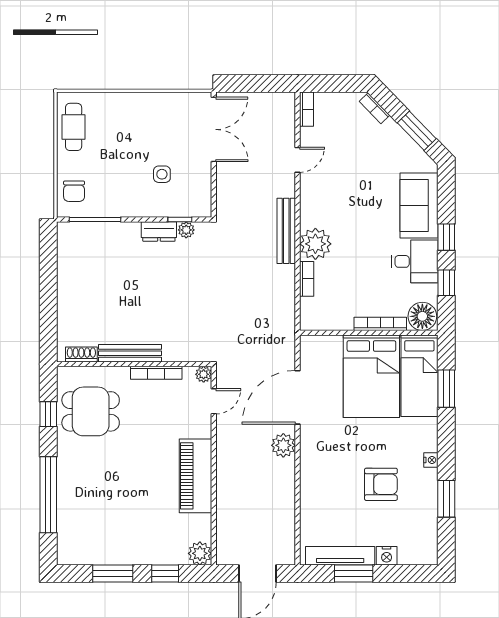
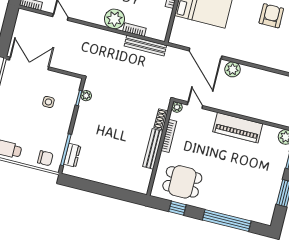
dresser: (159, 231) -> (72, 155), moved
bench: (286, 231) -> (145, 46), moved
shoe rack: (81, 354) -> (161, 119), moved
dining table: (91, 411) -> (182, 182), turned 90

